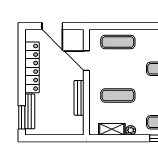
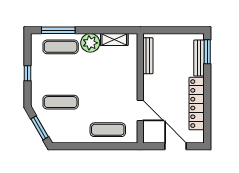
exercise mat: (118, 95) -> (108, 74), removed
bench: (79, 98) -> (148, 56), moved
plant: (131, 130) -> (90, 43), width x1.88, depth x1.88

